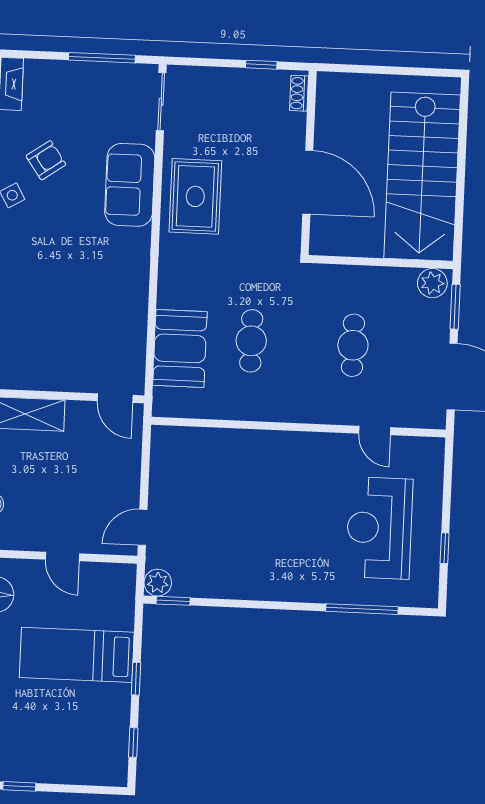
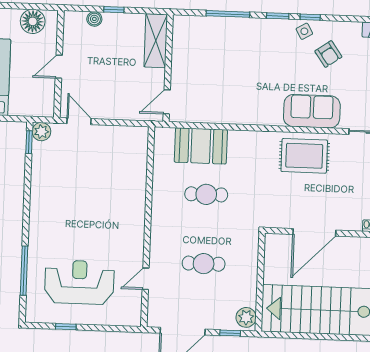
window: (455, 307) -> (230, 333), width x0.67

